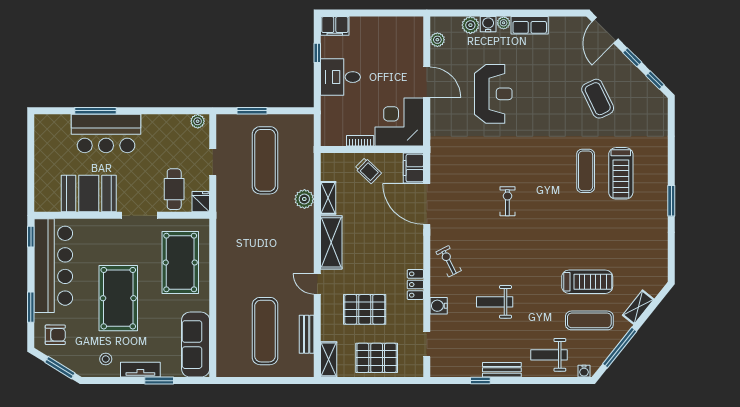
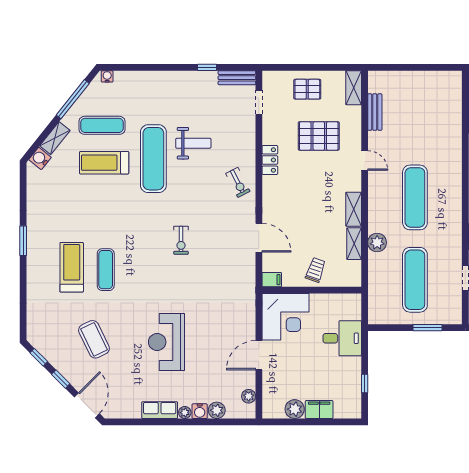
filing cabinet: (335, 26) -> (319, 410), moved
plant: (390, 26) -> (295, 409), added
desk: (340, 77) -> (342, 338), moved
door: (427, 82) -> (259, 355), hinge flipped
reception desk: (493, 94) -> (166, 342), moved
bookcase: (360, 141) -> (323, 299), removed
filing cabinet: (413, 168) -> (272, 280), width x0.50
trolley: (368, 171) -> (315, 270), turned 65
door: (427, 204) -> (259, 238), width x0.73
shelving: (331, 242) -> (354, 209), width x0.67, depth x0.75
exercise mat: (536, 286) -> (153, 159), added
water cooler: (439, 306) -> (40, 158), moved, turned -141
exercise mat: (265, 331) -> (415, 197), moved
weight bench: (549, 355) -> (141, 92), removed
pallet: (377, 358) -> (307, 89), width x0.67, depth x0.71
bench: (502, 370) -> (237, 78), moved

